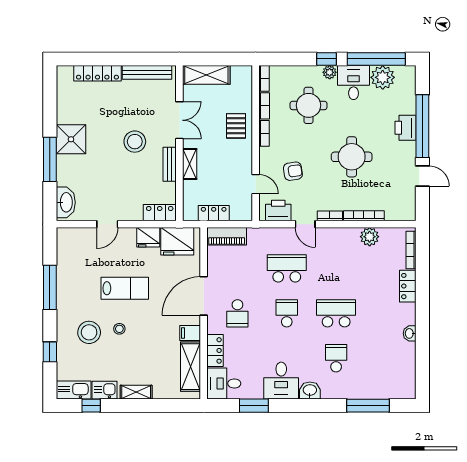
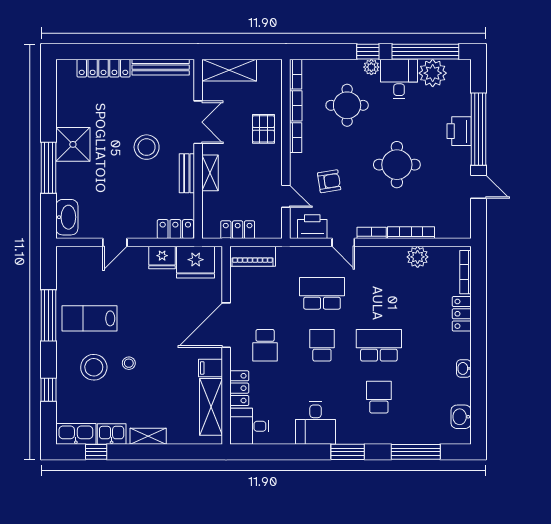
lab bench: (125, 288) -> (89, 318), moved, turned 180
washbasin: (310, 390) -> (461, 417), moved, turned -90
window: (254, 406) -> (348, 452), moved

